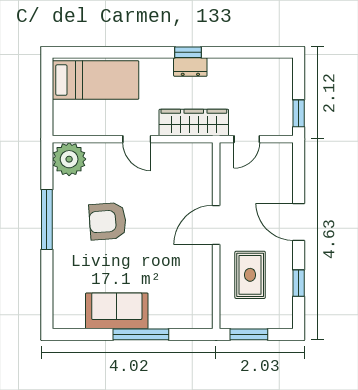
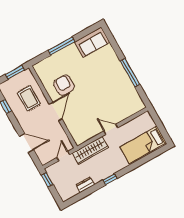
dresser: (190, 67) -> (85, 185), moved
plant: (69, 159) -> (135, 104), removed
armchair: (108, 221) -> (64, 85), moved, turned -86
door: (299, 222) -> (26, 143), moved
sofa: (117, 311) -> (92, 42), moved

